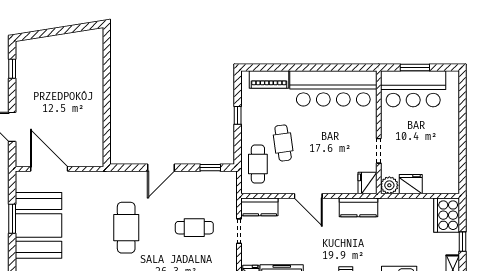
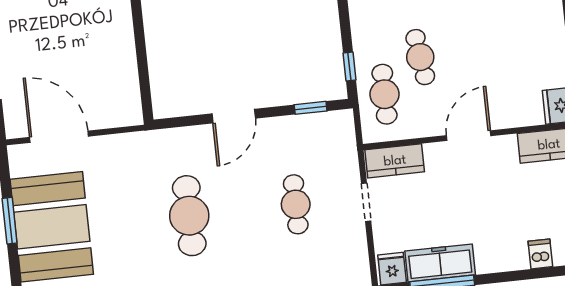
window: (238, 115) -> (350, 66), moved
door: (308, 196) -> (469, 136), swing flipped
cafe table: (194, 228) -> (296, 204), turned 90

